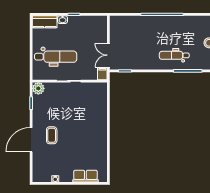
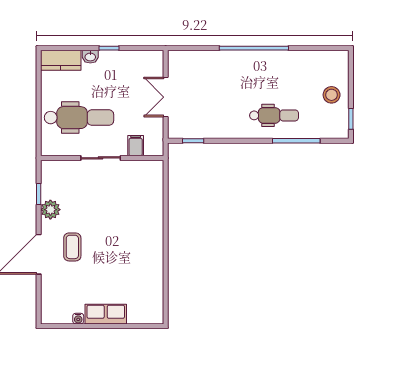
double door: (108, 55) -> (166, 97), moved
dental chair: (174, 55) -> (274, 115), turned 180
filing cabinet: (102, 74) -> (136, 146), moved
plant: (38, 88) -> (50, 210), moved
row of seats: (85, 176) -> (106, 314), moved

